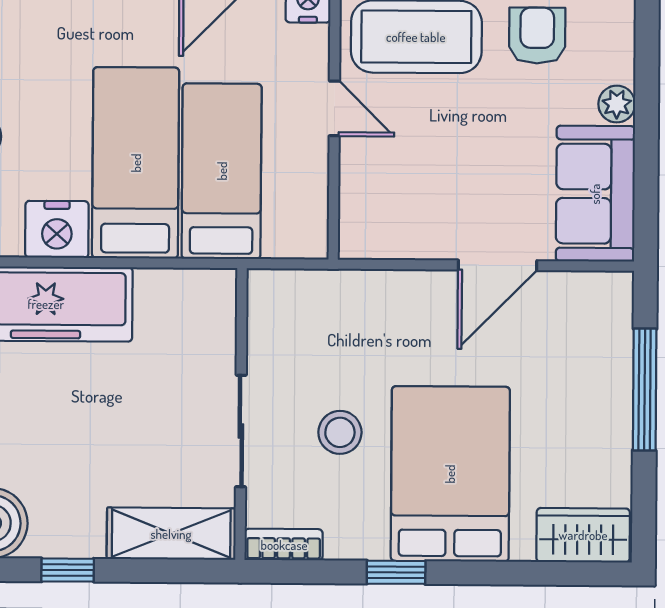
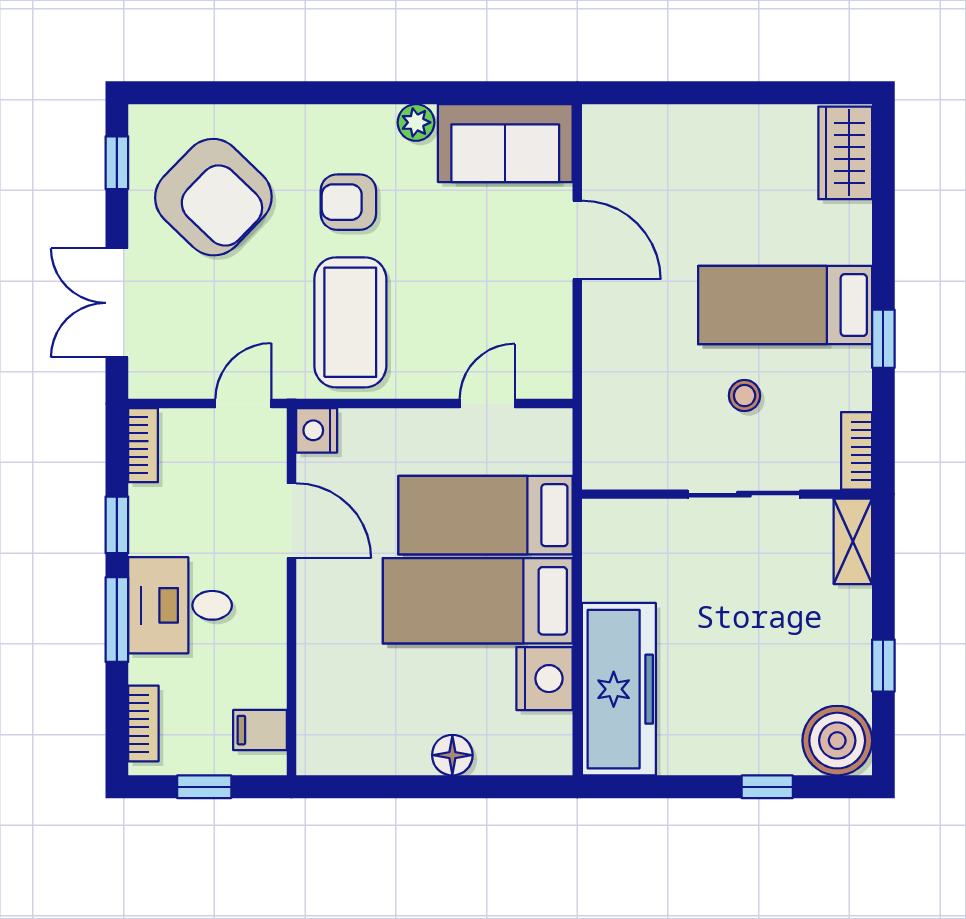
door: (334, 108) -> (487, 403), moved
window: (645, 389) -> (700, 93), removed
stool: (340, 432) -> (745, 396), width x0.73, depth x0.73
bed: (450, 474) -> (785, 305), width x0.67
shelving: (171, 534) -> (853, 541), width x0.67, depth x0.75

